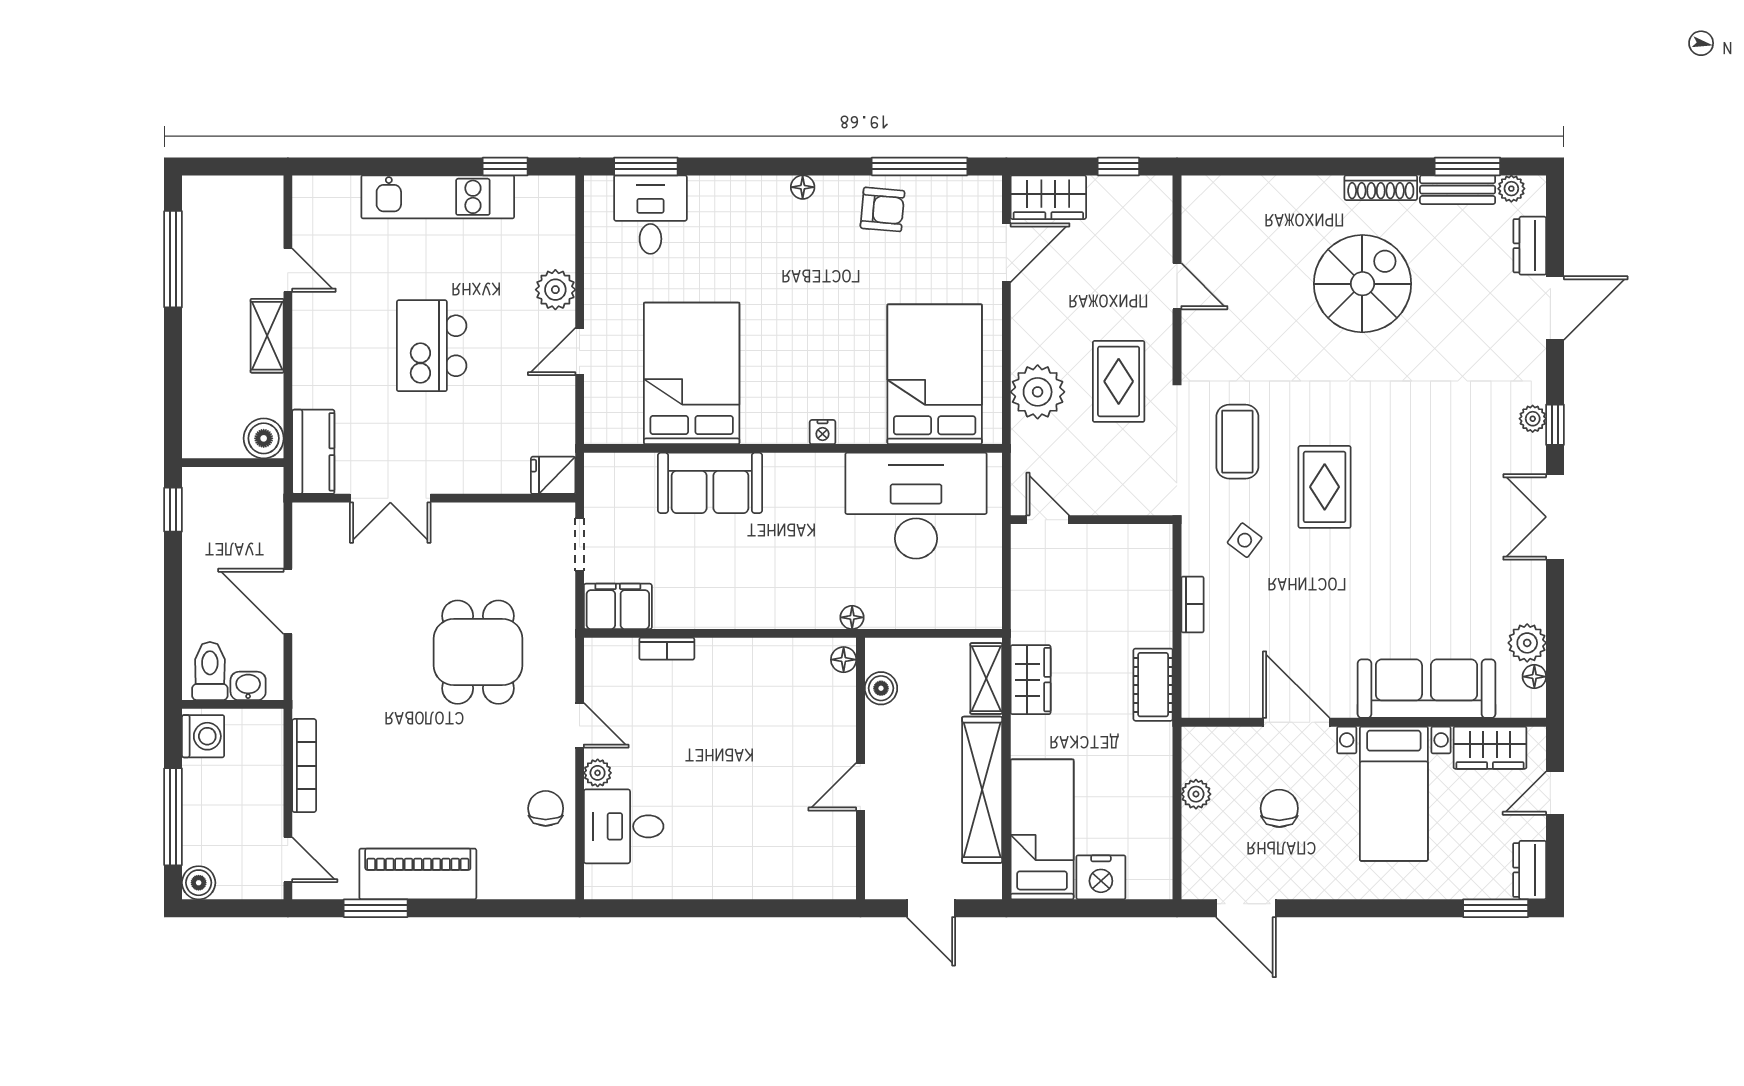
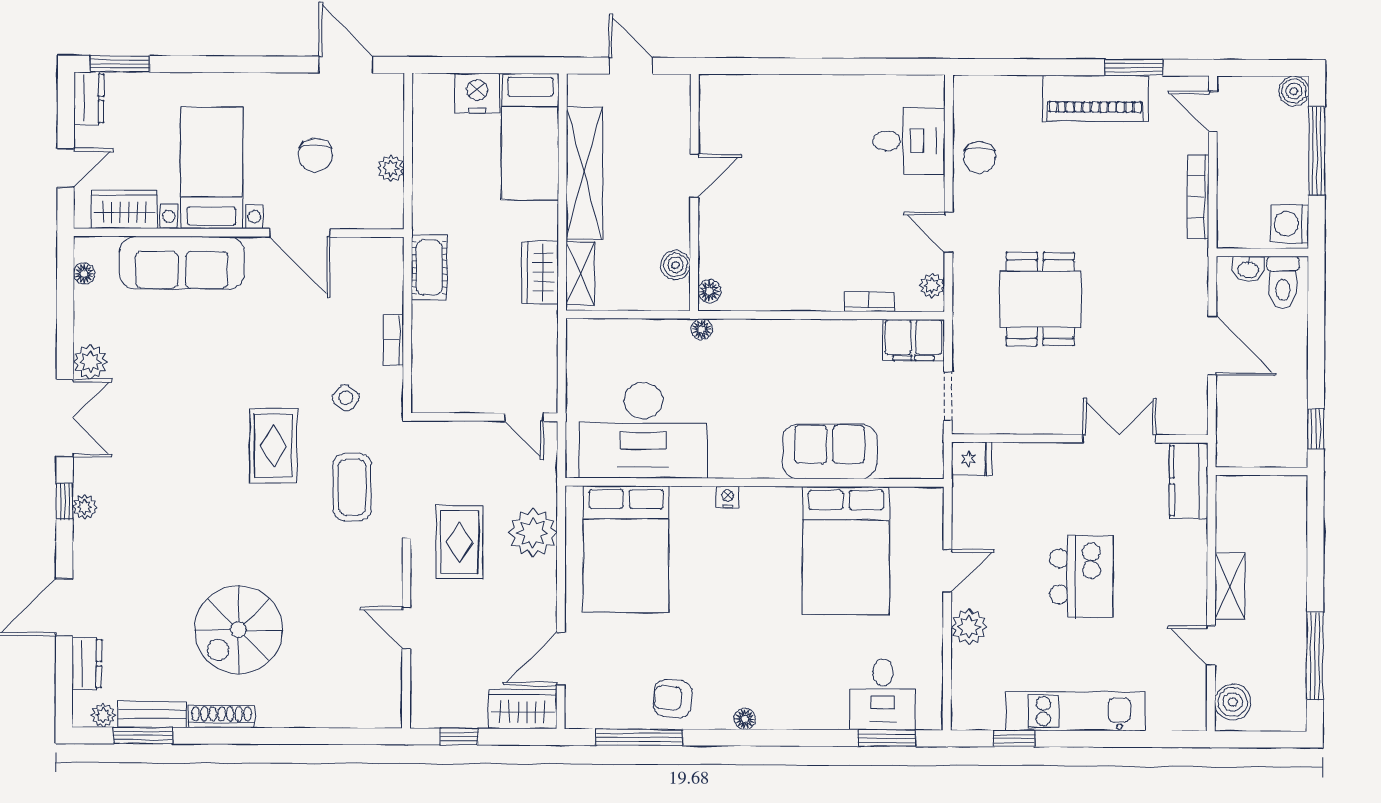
boiler: (264, 438) -> (1233, 702), moved
plant: (1527, 643) -> (90, 362), moved
plant: (598, 773) -> (932, 285), moved

